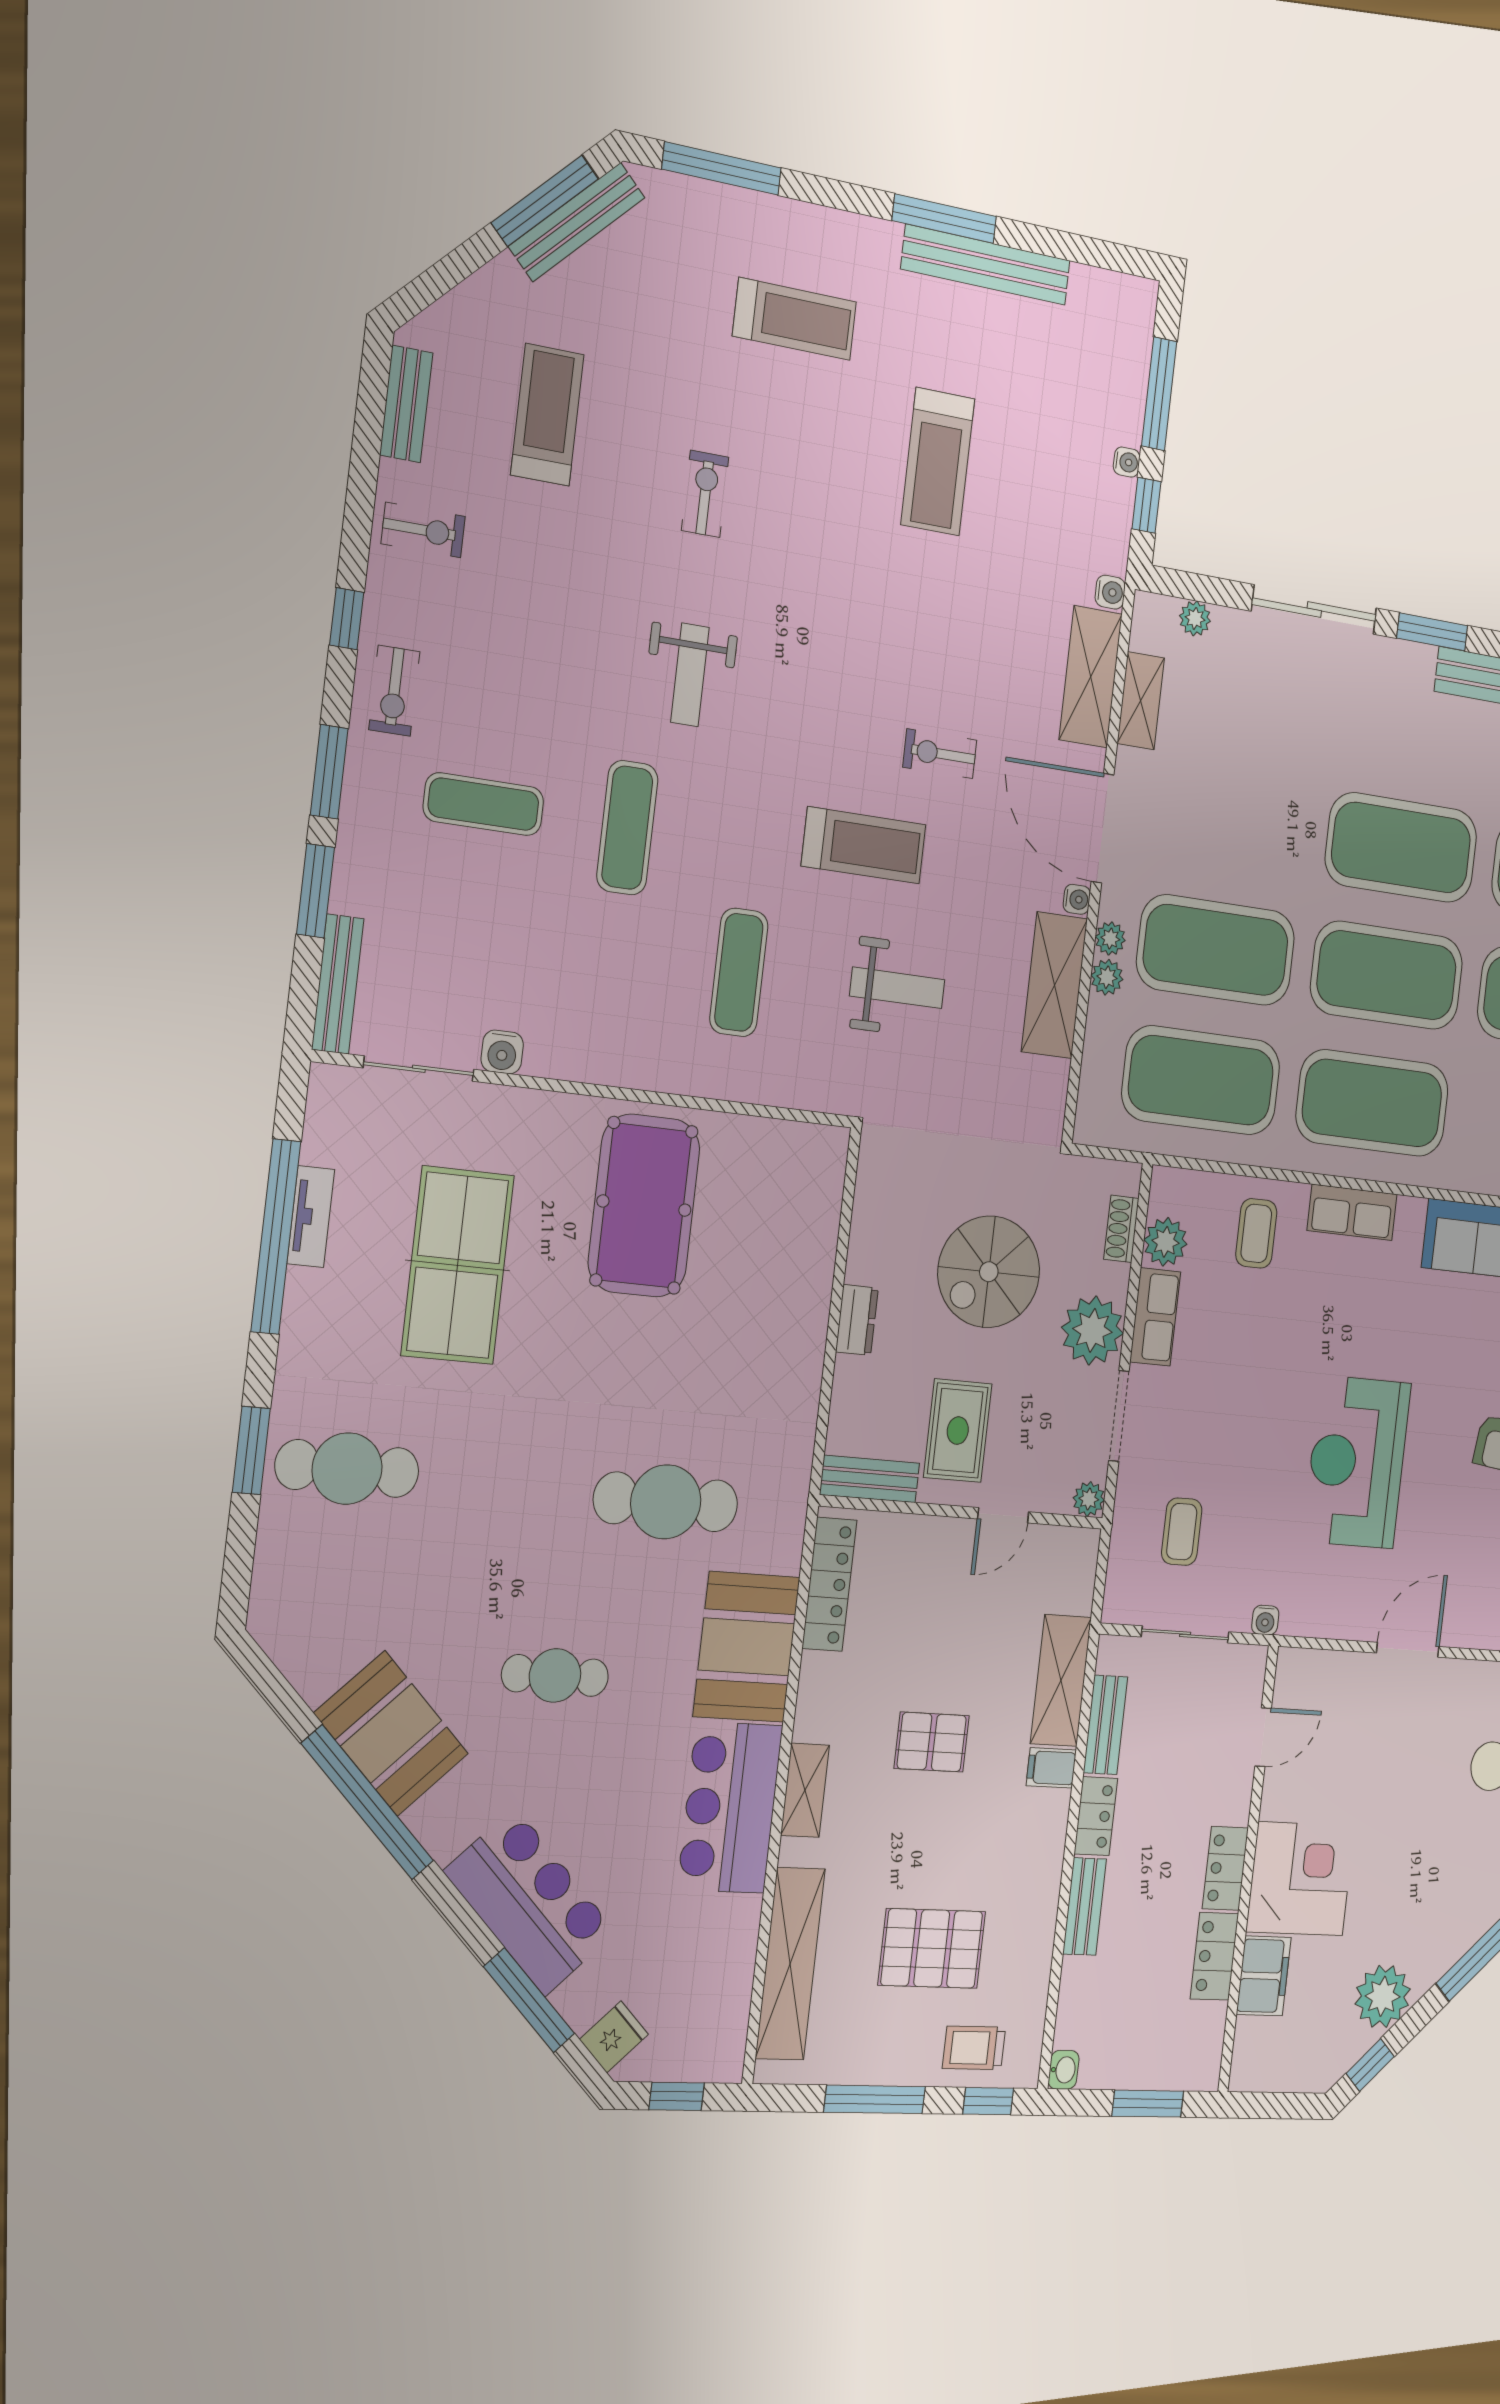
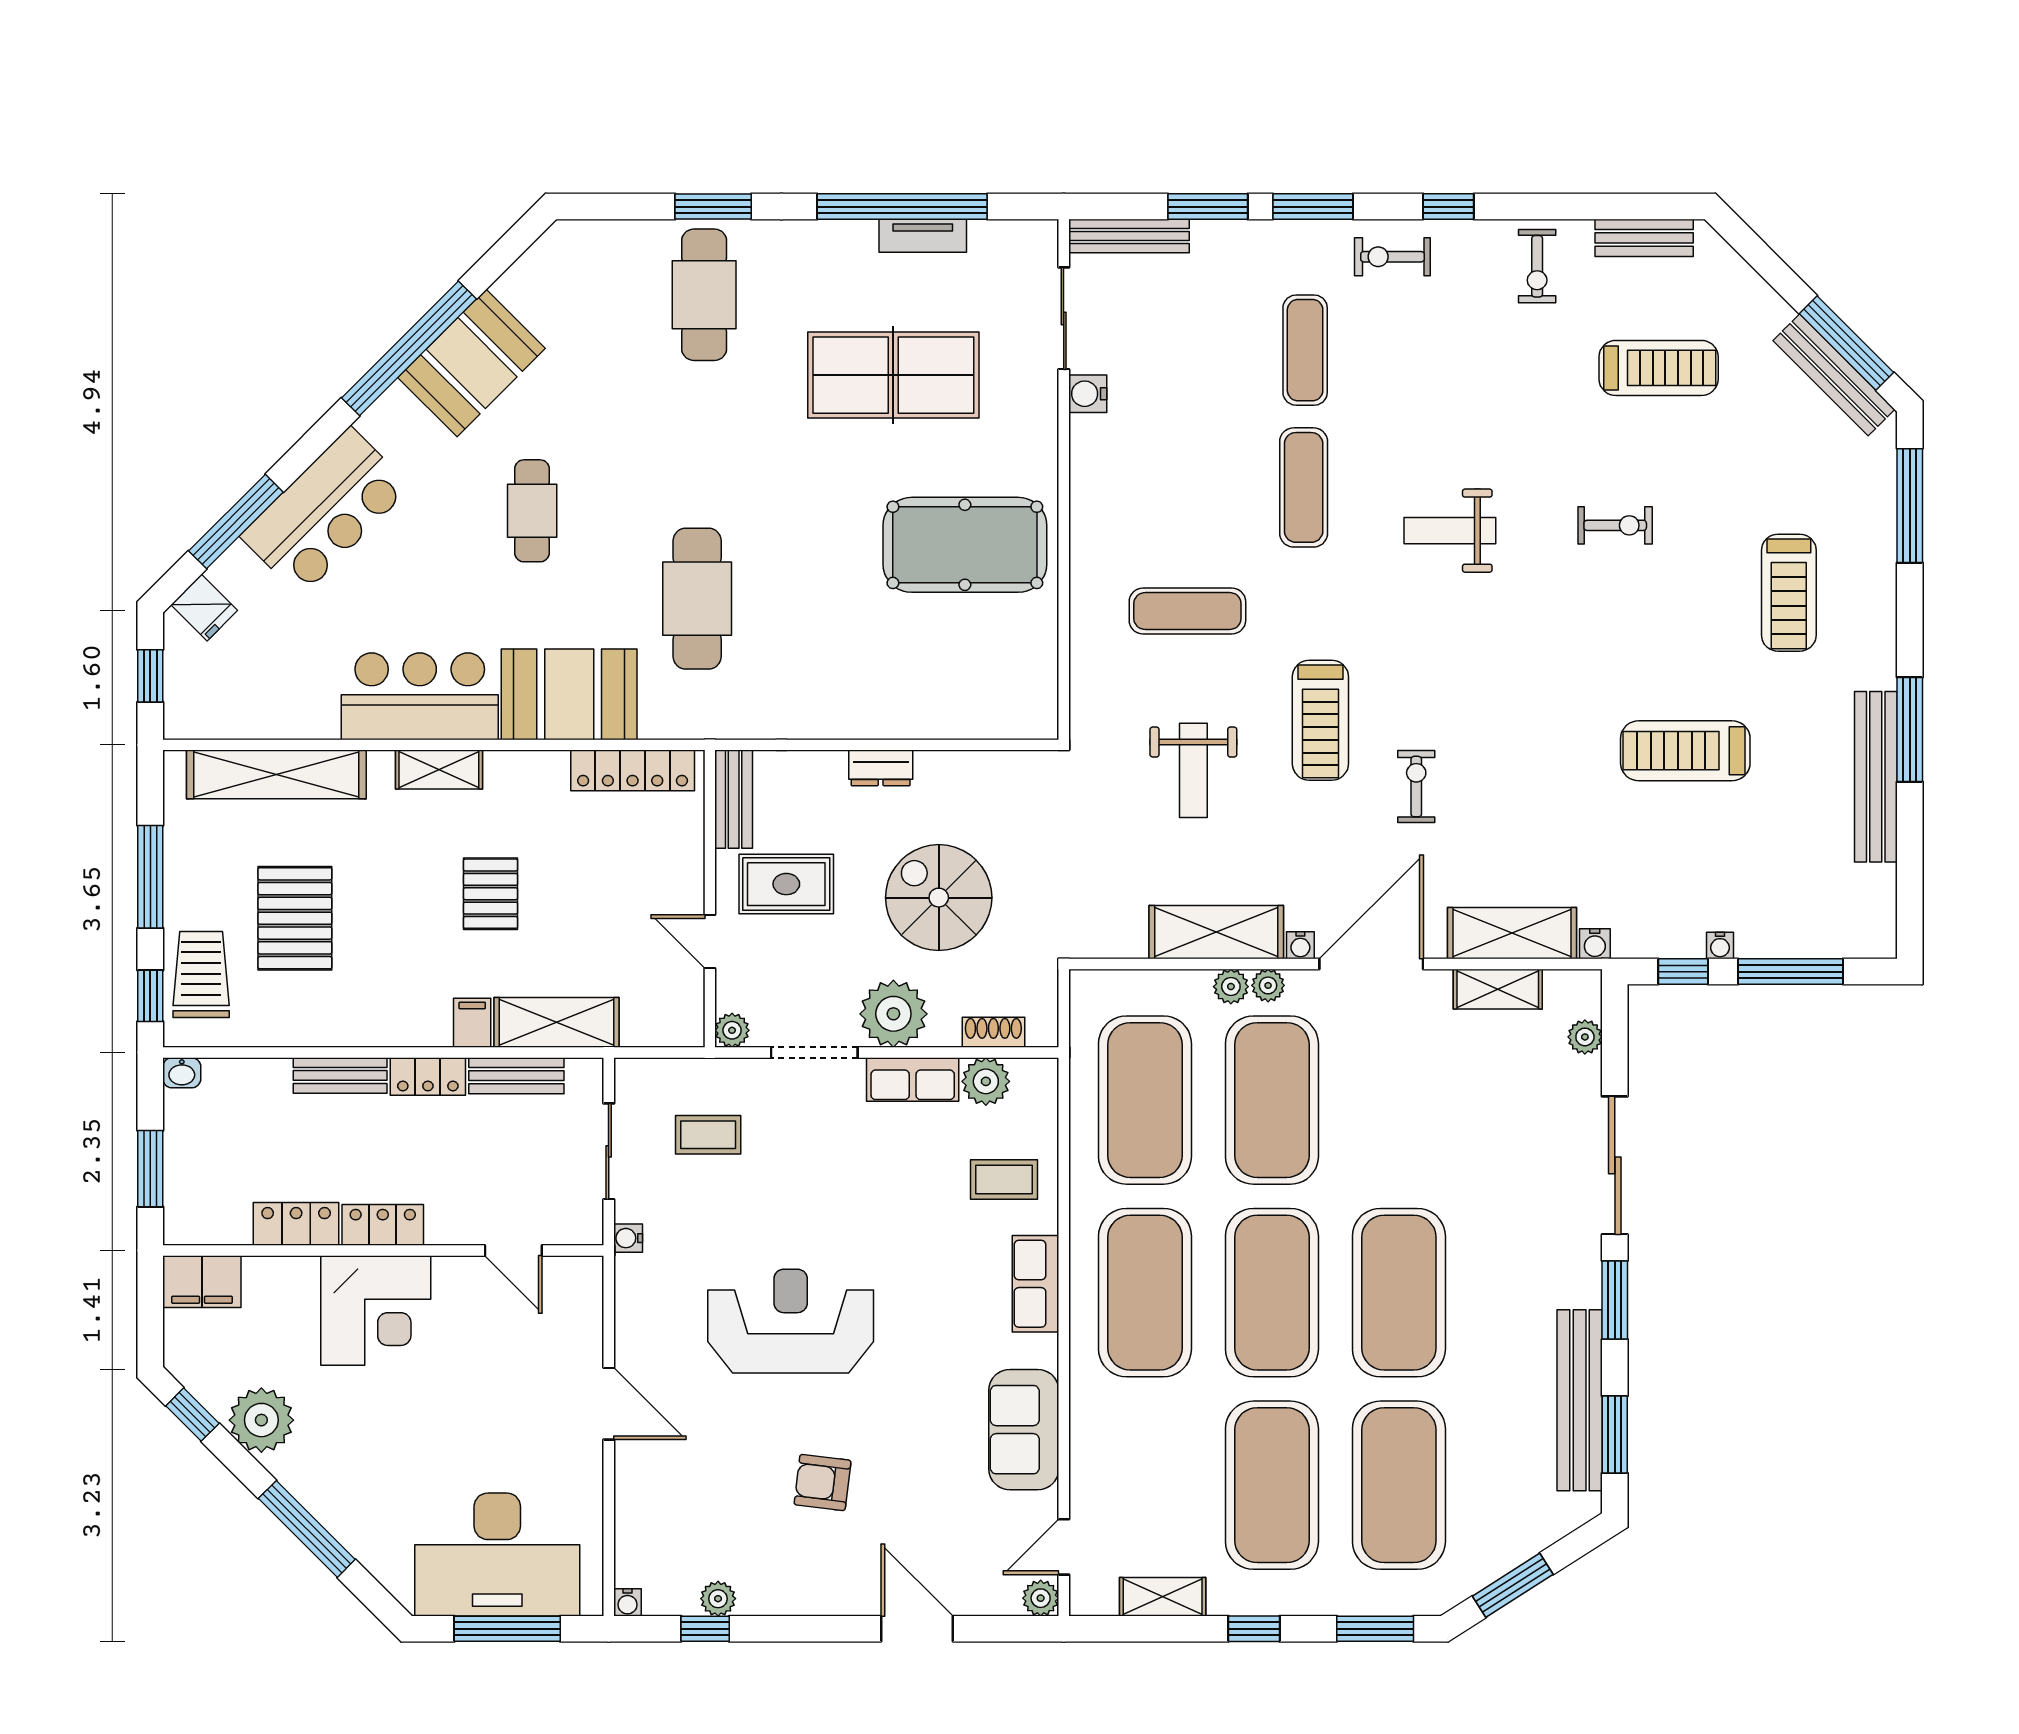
exercise mat: (627, 828) -> (1304, 487), turned 90
filing cabinet: (1264, 1976) -> (202, 1282), moved
trolley: (974, 2048) -> (201, 974), width x1.36, depth x1.39

